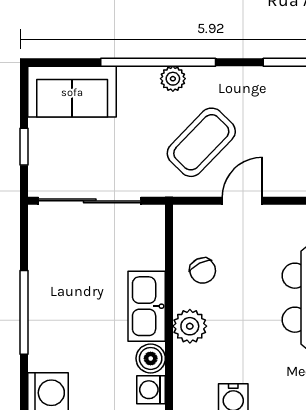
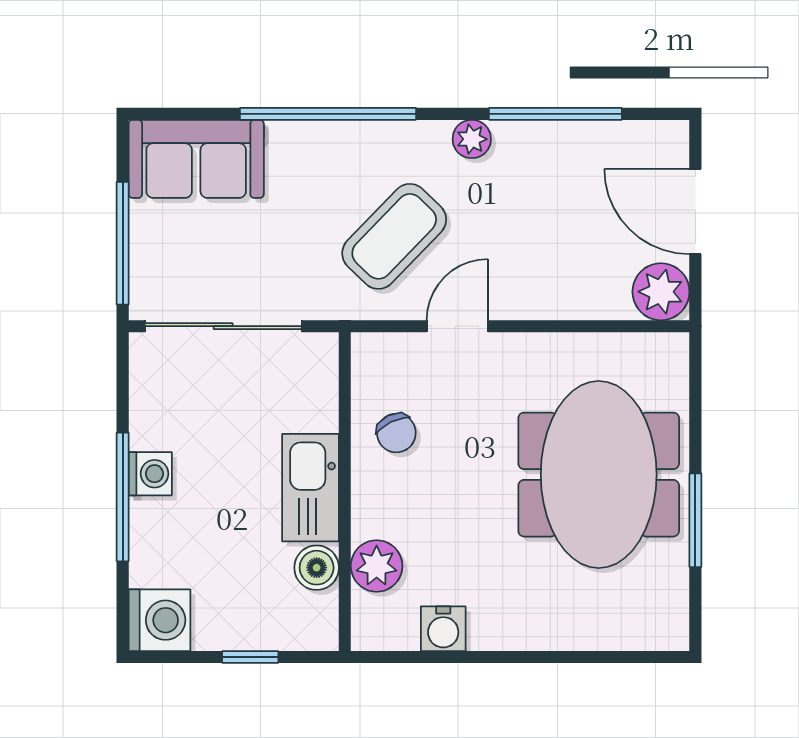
plant: (173, 79) -> (472, 139), moved
window: (24, 147) -> (123, 243), width x2.17
plant: (190, 326) -> (377, 566), moved
washing machine: (151, 390) -> (150, 474), moved, turned 180

